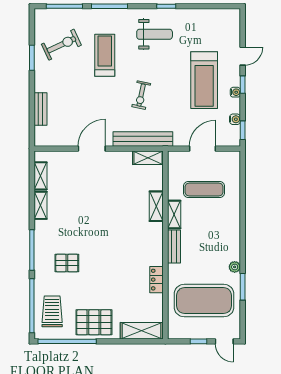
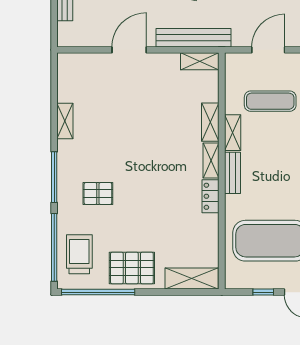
shelving: (41, 176) -> (211, 161), moved
locker: (157, 280) -> (211, 196), moved

